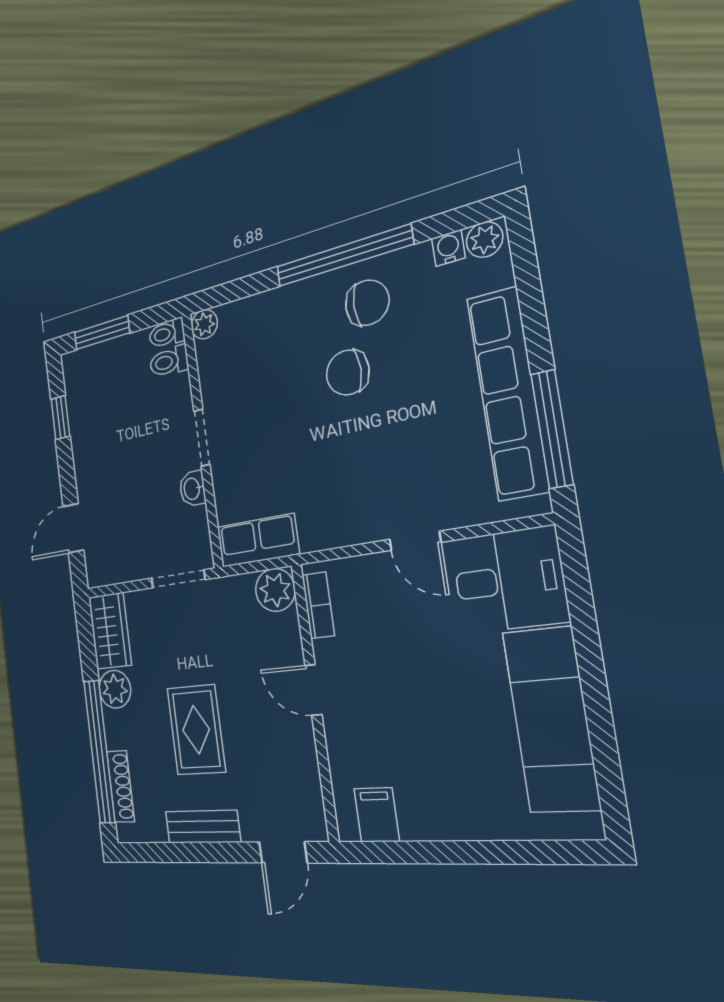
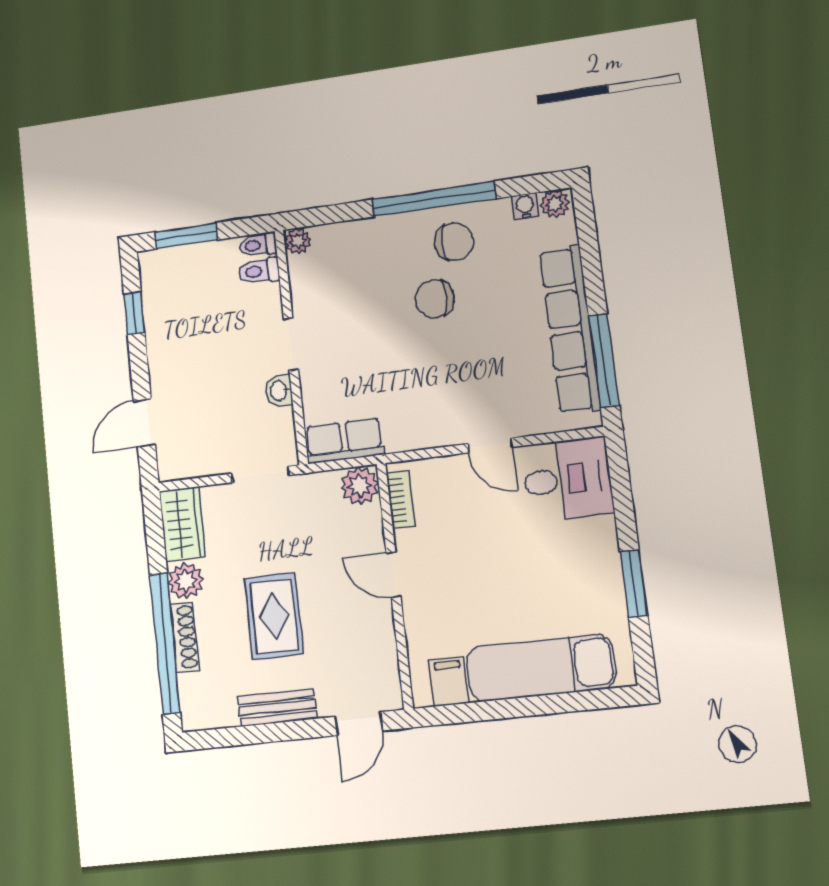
window: (598, 711) -> (634, 583), added
exam couch: (551, 720) -> (541, 668), moved, turned 90
shoe rack: (121, 786) -> (184, 637), moved

